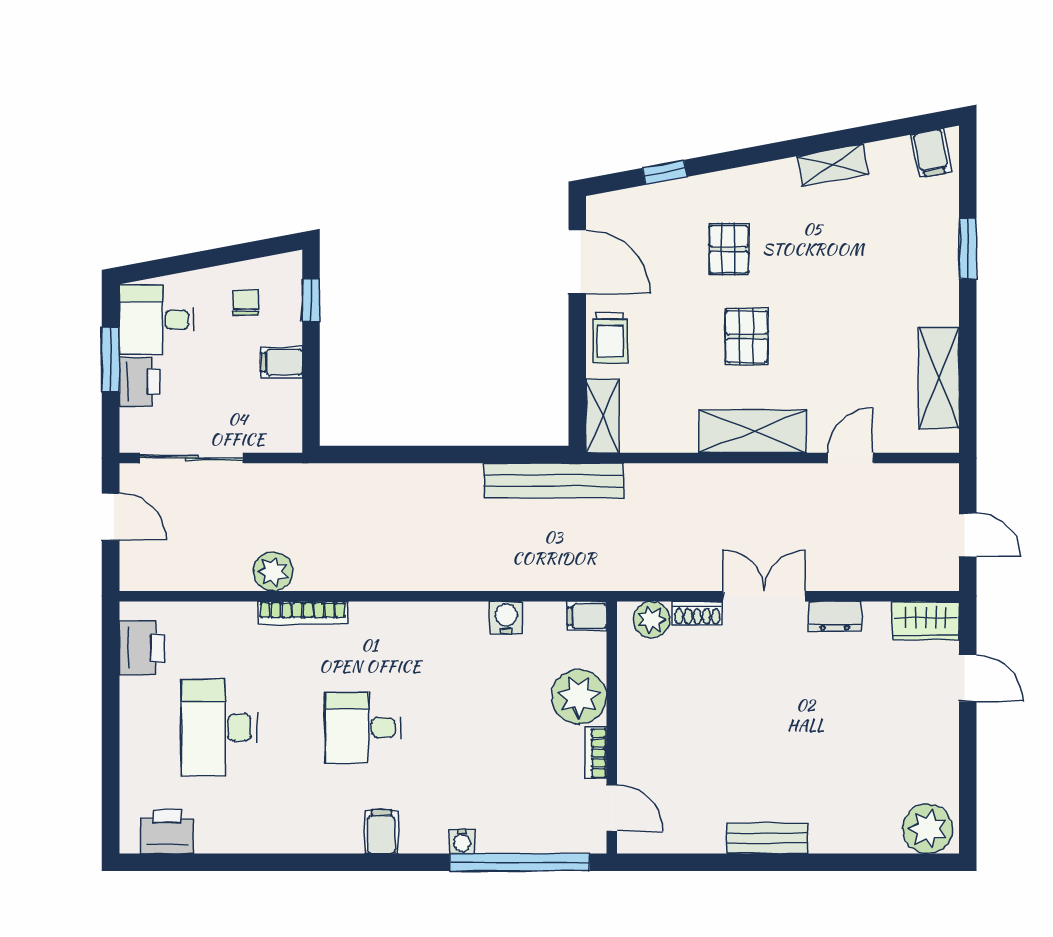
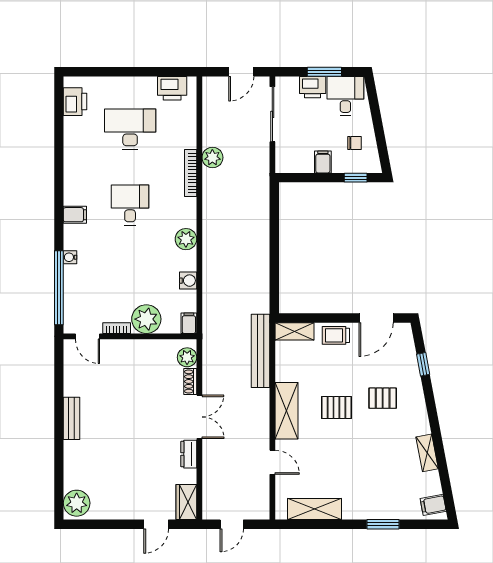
bench: (554, 480) -> (260, 351), moved
plant: (428, 622) -> (186, 239), added
door: (612, 808) -> (88, 336), hinge flipped

